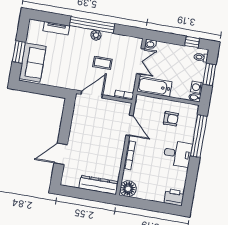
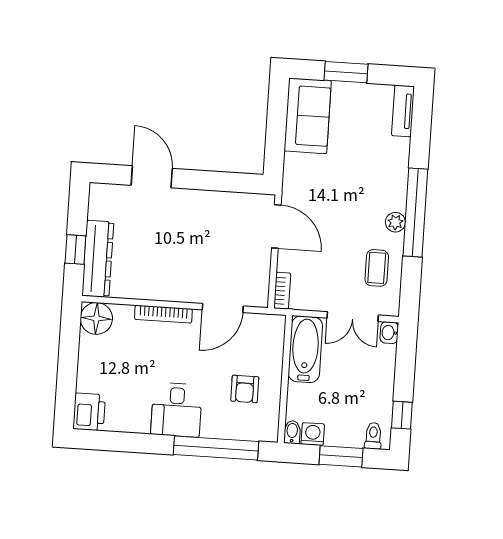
tv unit: (56, 28) -> (403, 111), moved
sofa: (33, 62) -> (308, 116), moved, turned -90
coffee table: (102, 63) -> (377, 268), moved
window: (93, 195) -> (75, 250), added

